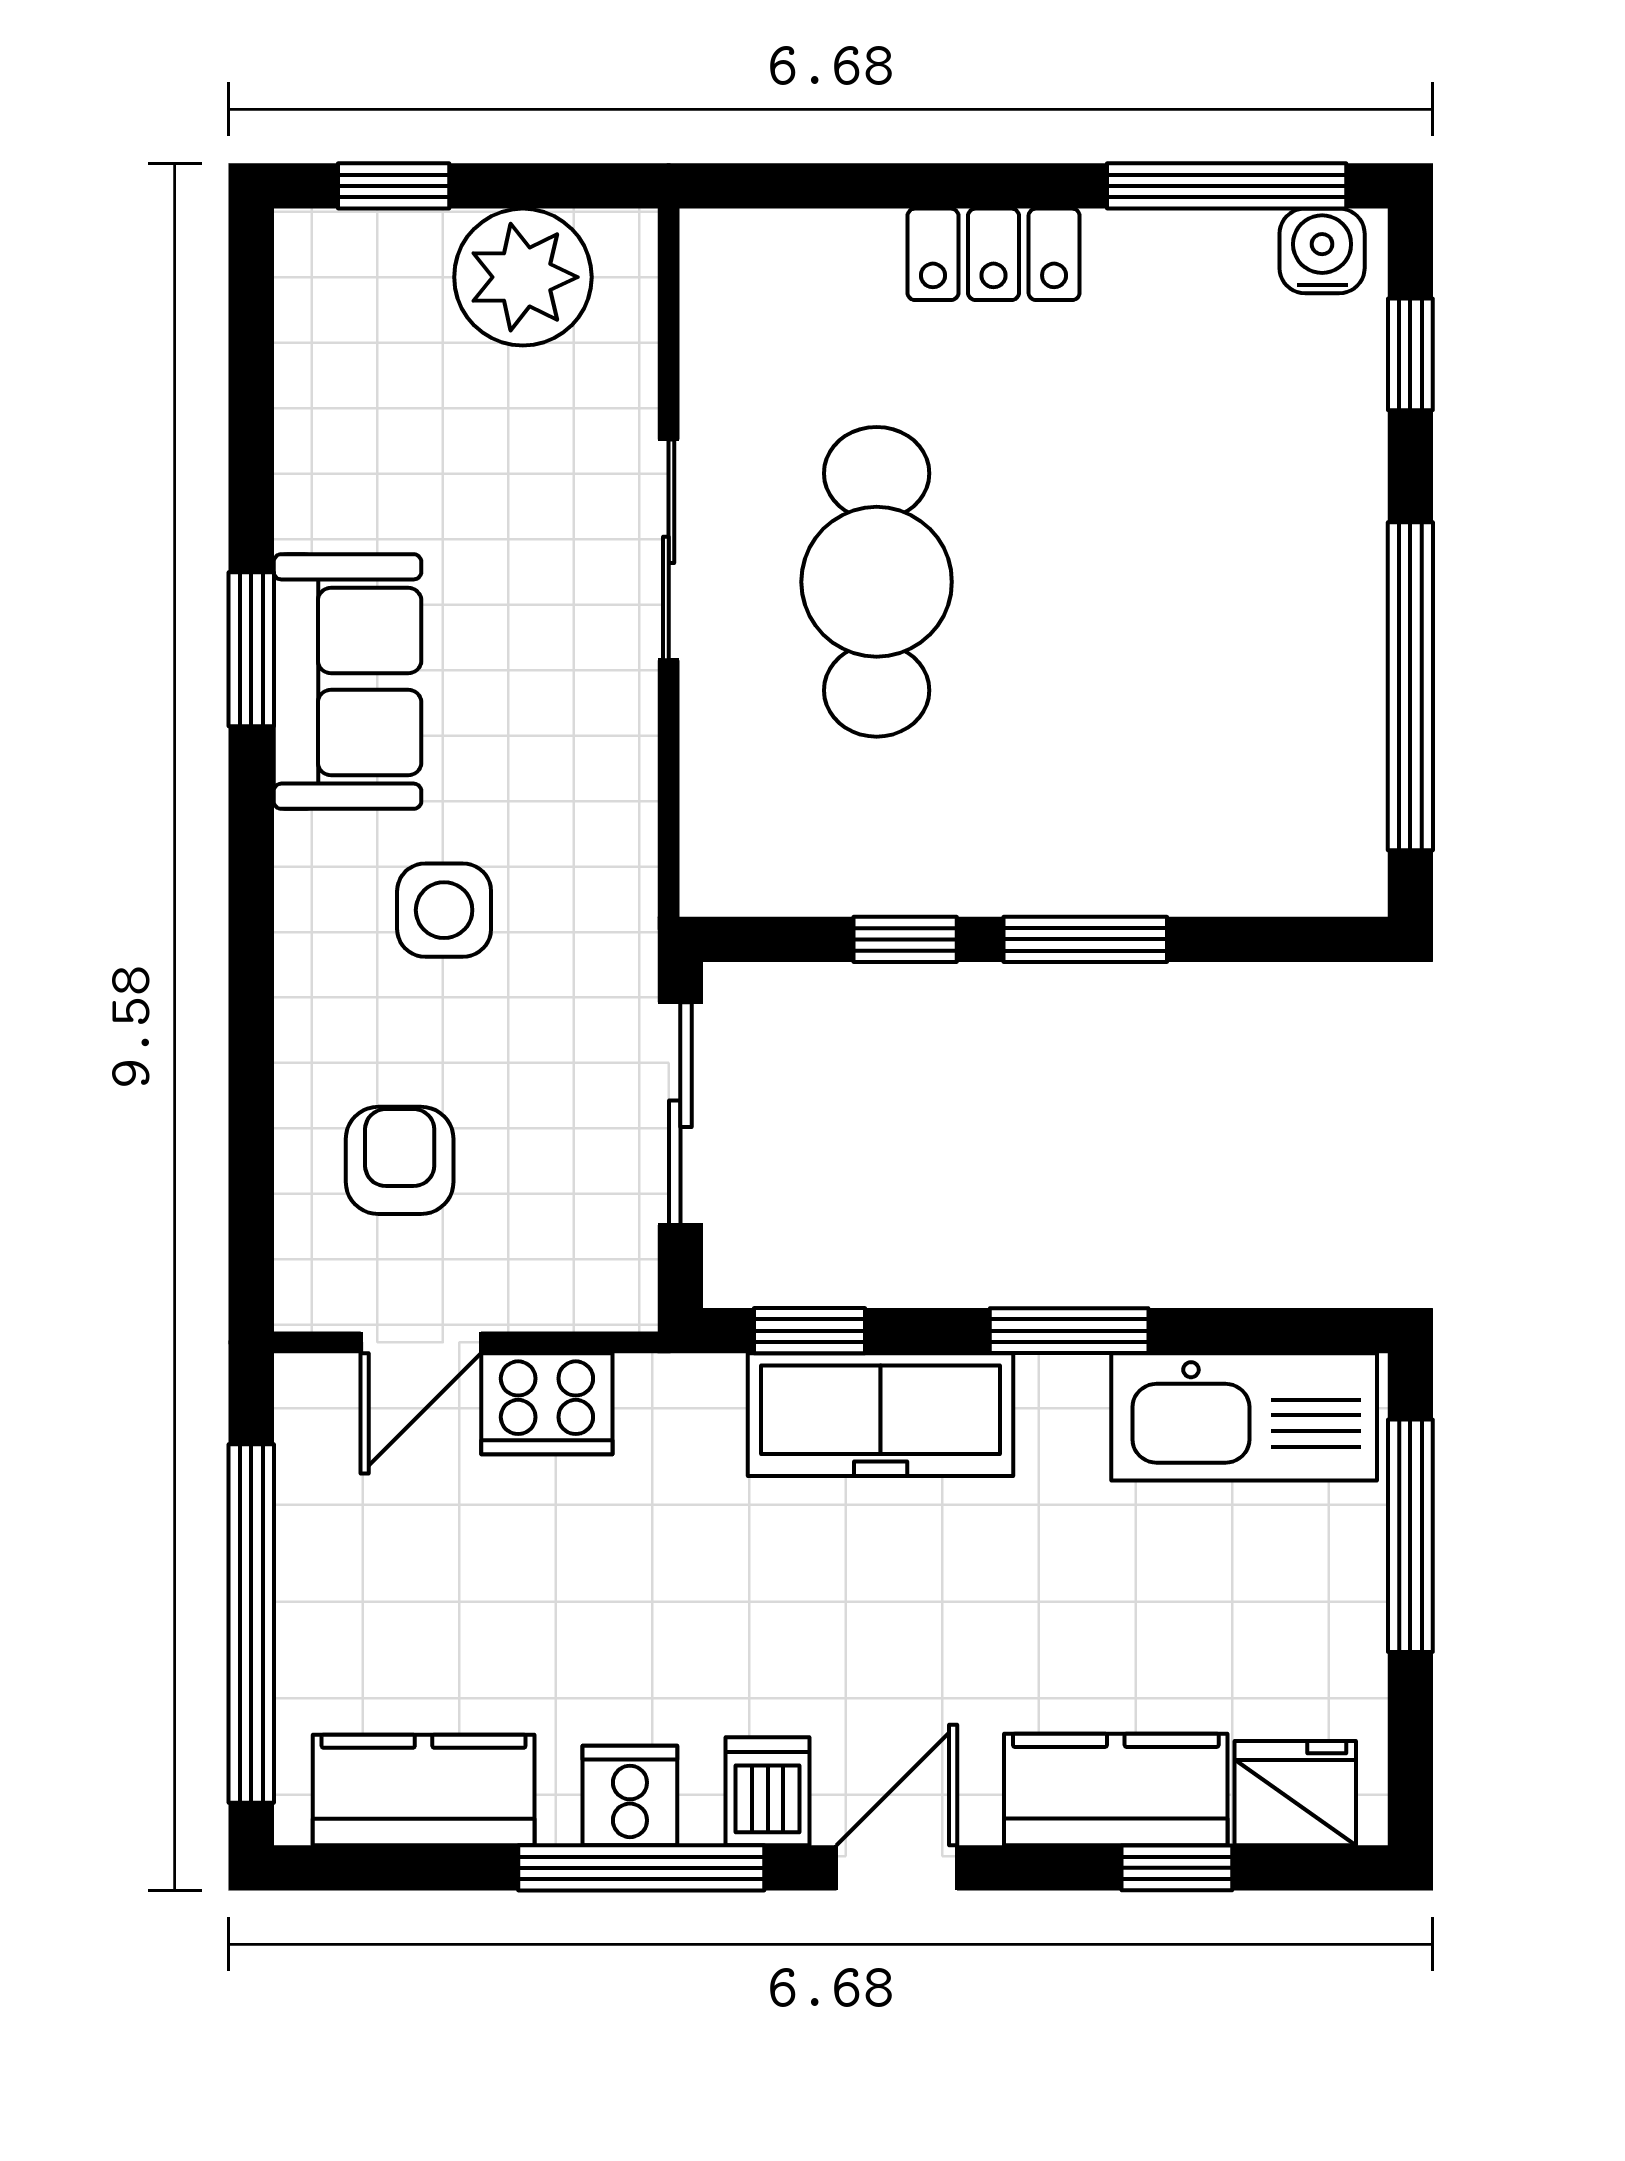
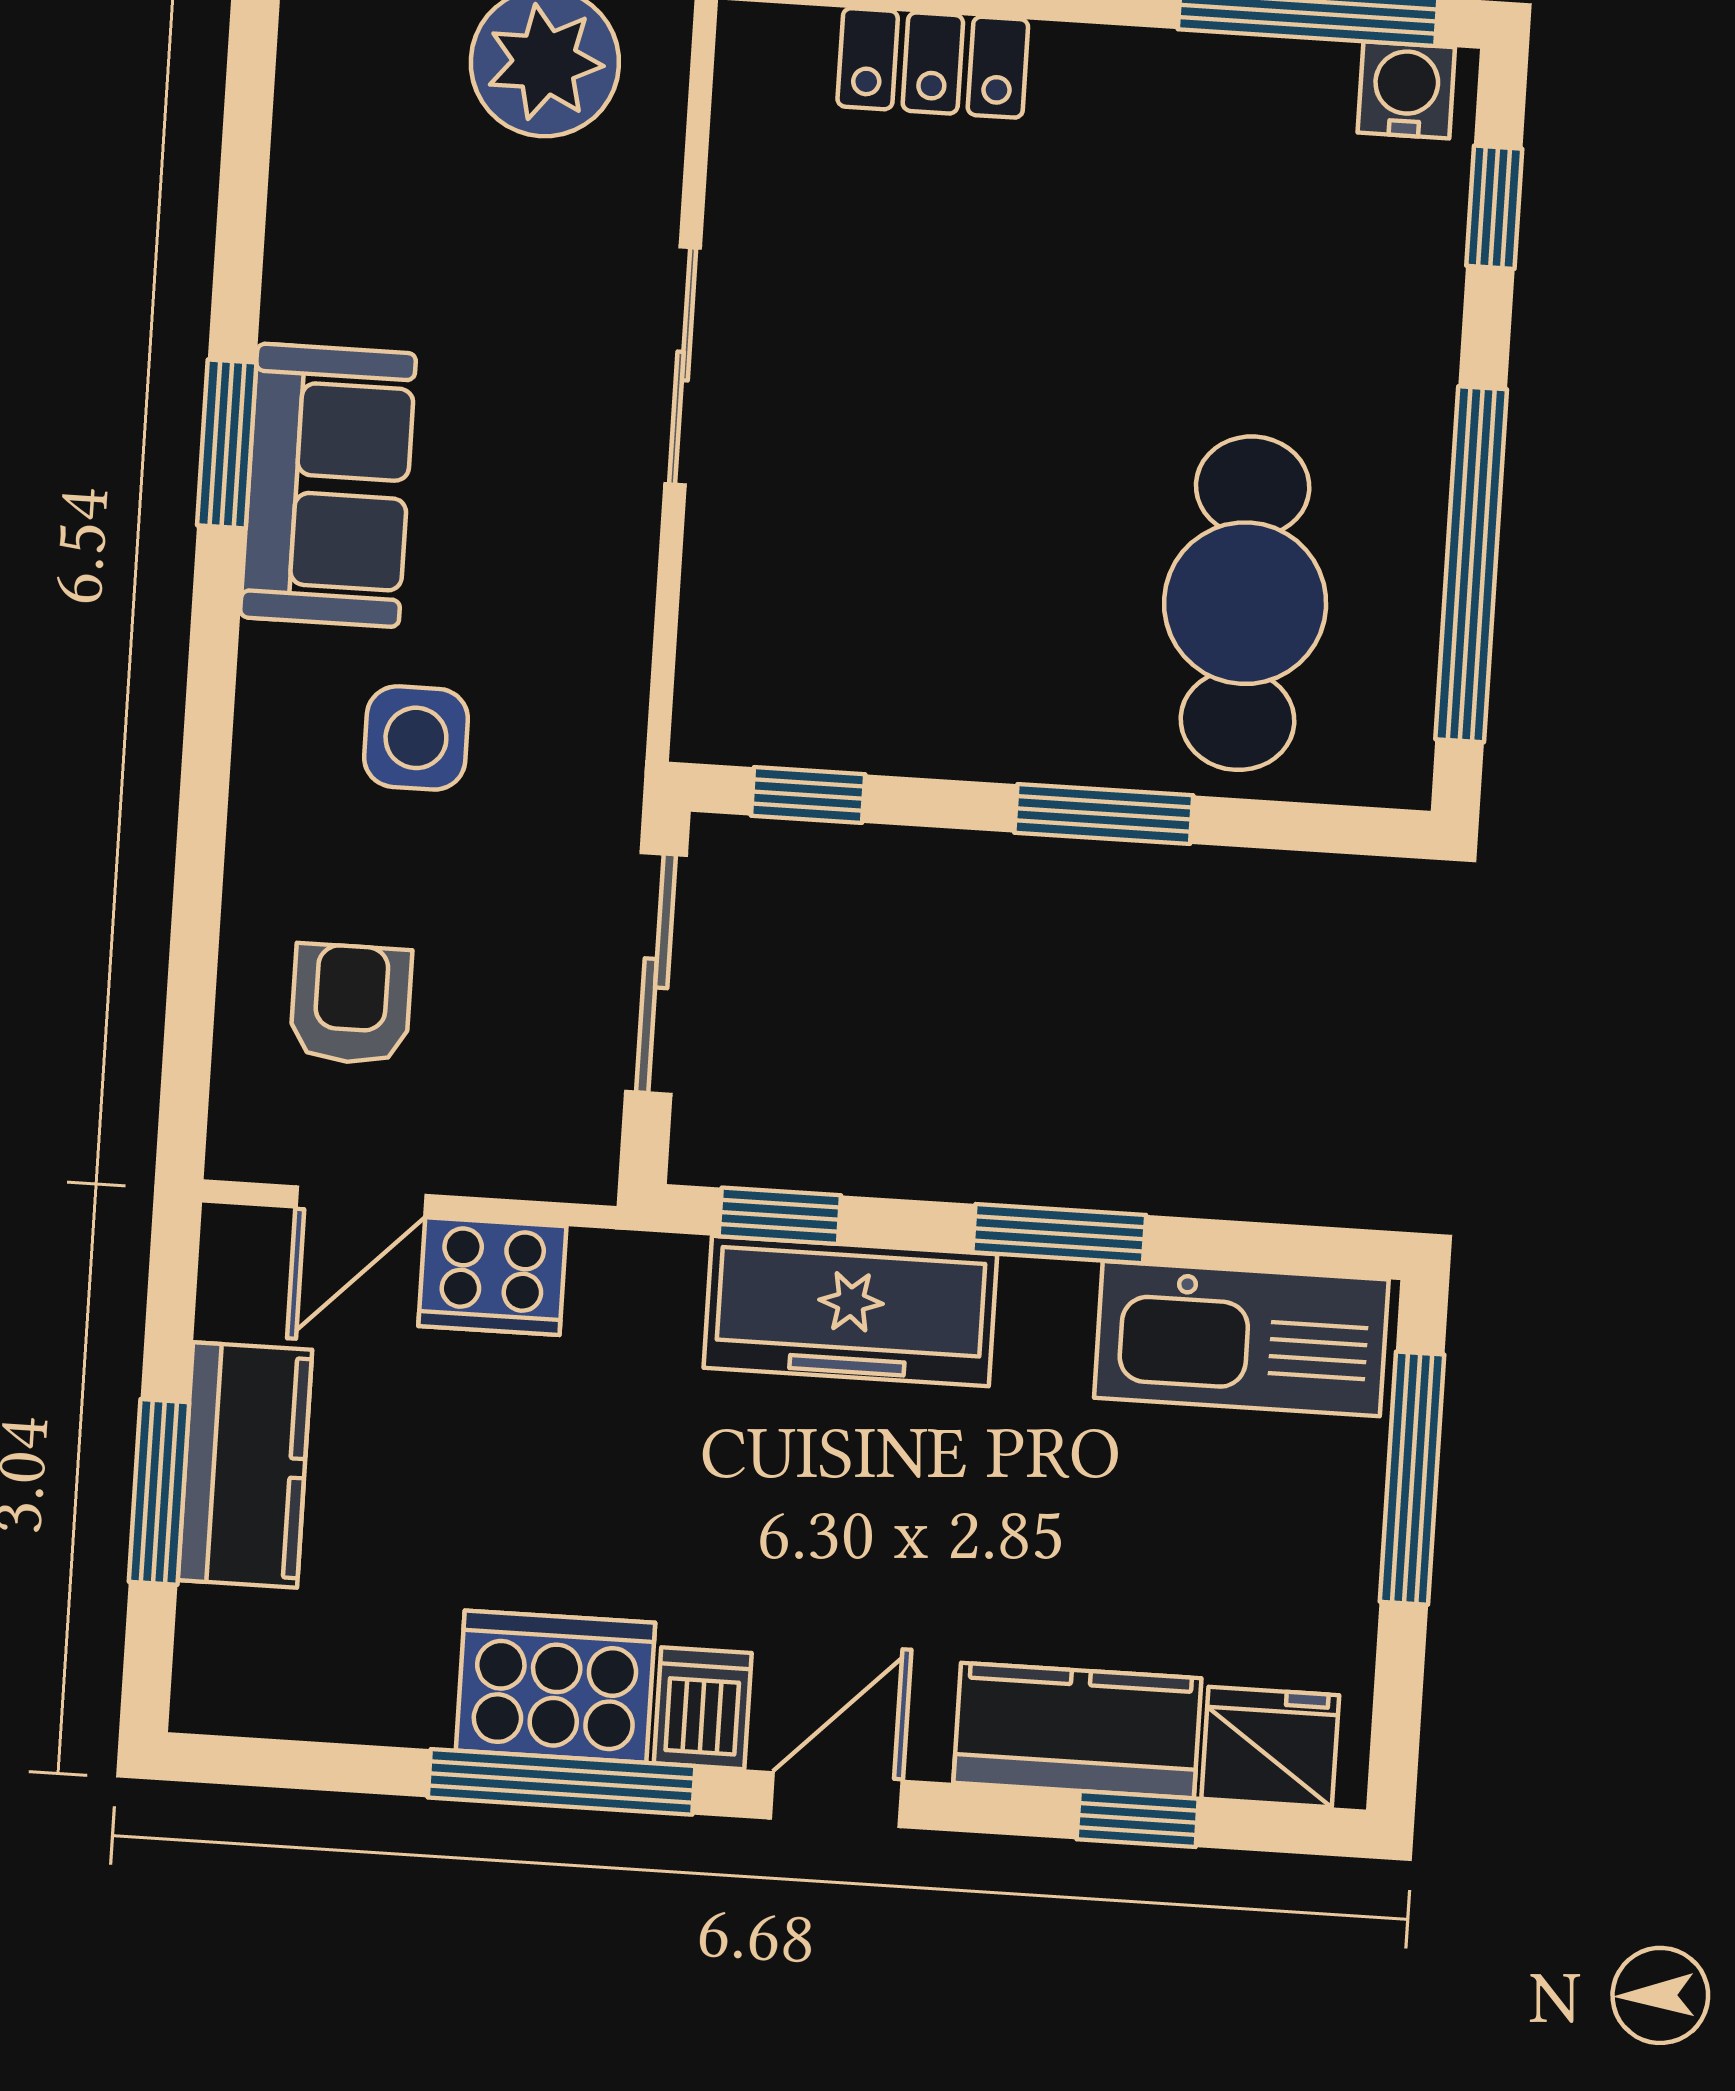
locker: (994, 254) -> (933, 63), moved
cafe table: (877, 582) -> (1245, 603), moved
window: (905, 939) -> (808, 795), moved
window: (251, 1624) -> (159, 1492), width x0.47
kitchen counter: (424, 1790) -> (245, 1465), moved, turned 90
cooker: (630, 1795) -> (555, 1687), width x1.87, depth x1.31

